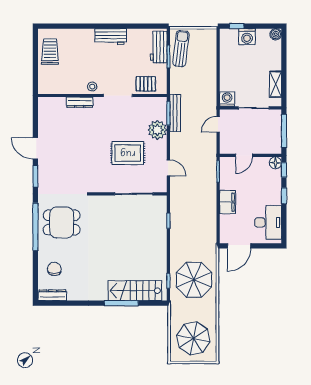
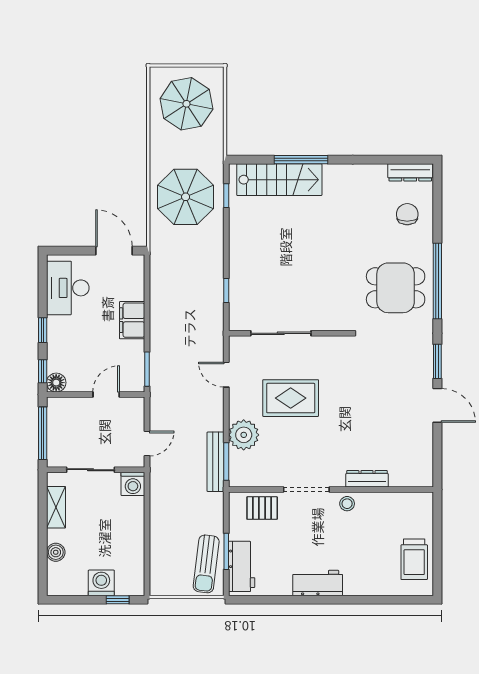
boiler: (276, 34) -> (56, 552), moved
door: (239, 246) -> (114, 251), hinge flipped
chair: (54, 269) -> (407, 214), turned 180

